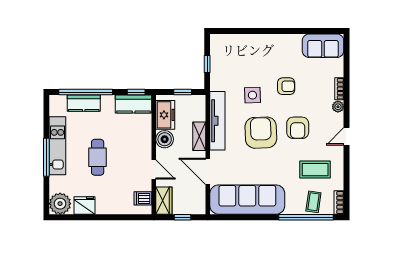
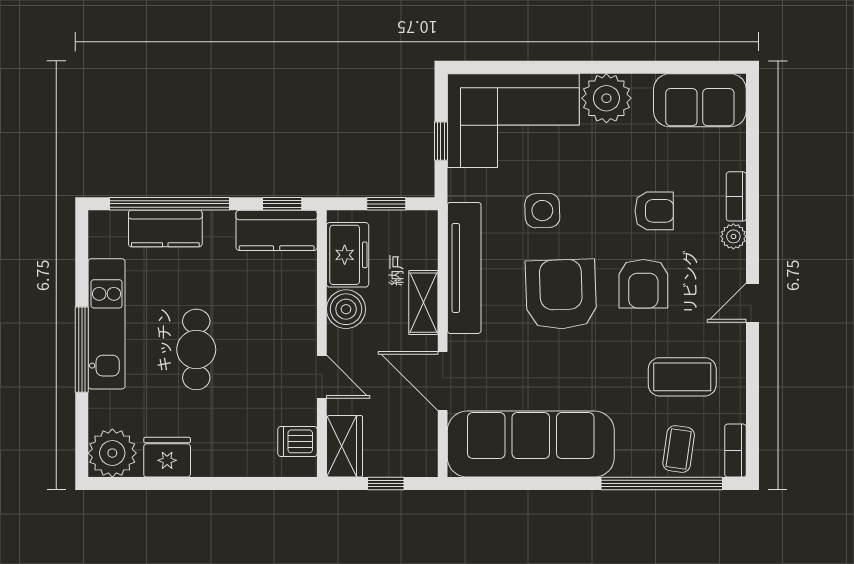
plant: (281, 45) -> (606, 98), added
corner sofa: (239, 55) -> (513, 121), added
armchair: (286, 86) -> (654, 211), moved

